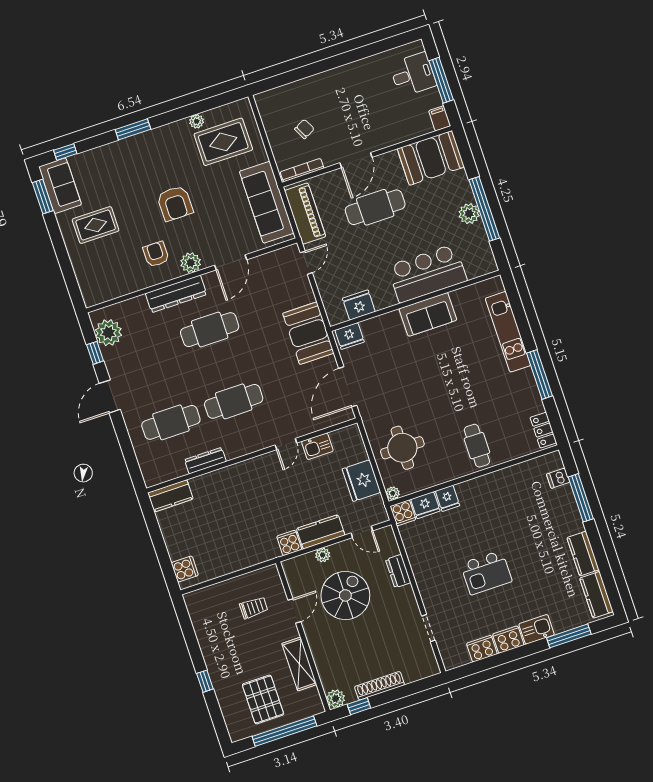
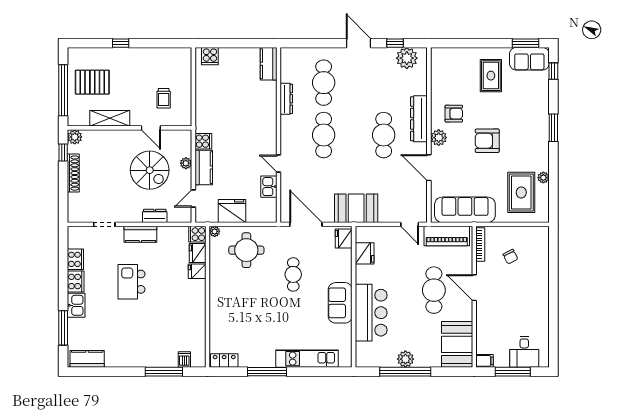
cafe table: (477, 446) -> (293, 274), moved, turned 90
kitchen counter: (583, 554) -> (140, 234), moved, turned 180

